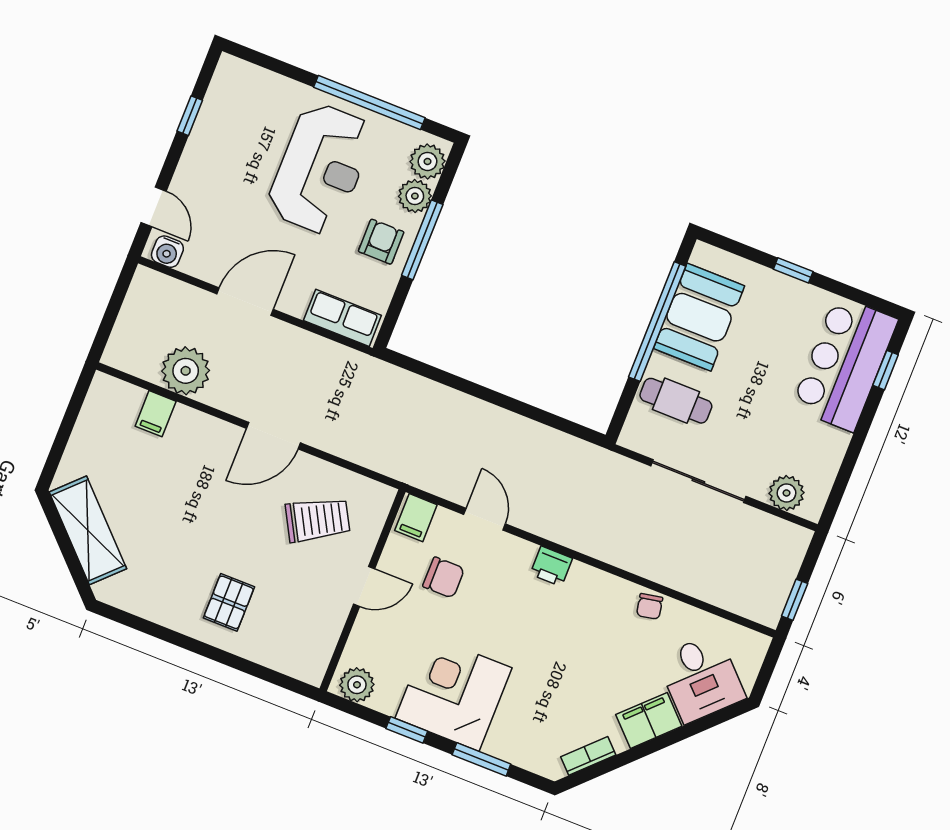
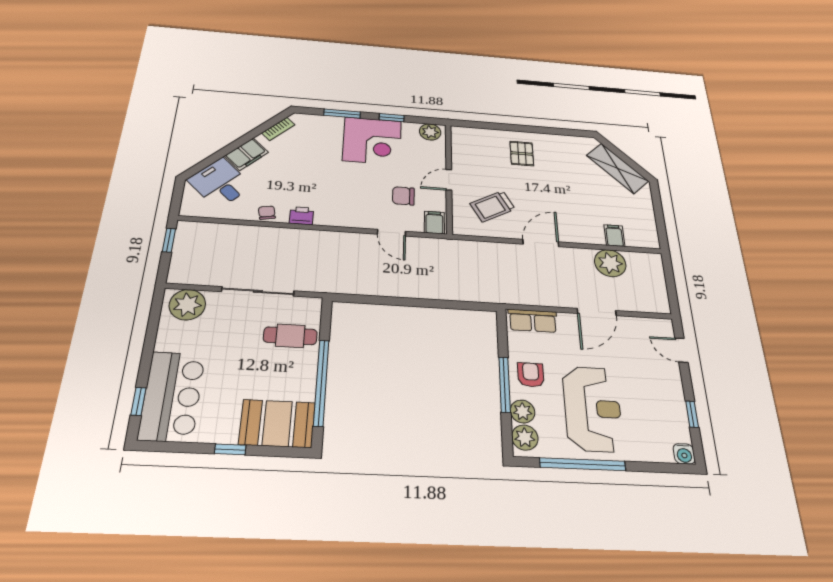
reception desk: (321, 169) -> (593, 409), turned 180
armchair: (381, 242) -> (531, 375), turned 180
water cooler: (167, 252) -> (684, 454), moved, turned 180
booth: (699, 317) -> (277, 423), moved, turned 90
plant: (786, 493) -> (187, 305), width x1.36, depth x1.36
printer: (551, 566) -> (302, 216), moved

